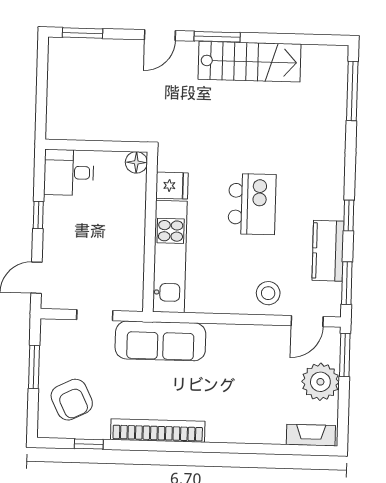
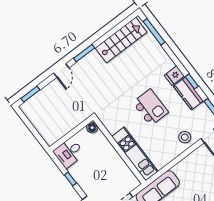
stairs: (249, 62) -> (121, 40), moved
fridge: (172, 186) -> (174, 76), moved, turned 180
kitchen counter: (328, 251) -> (188, 93), moved

